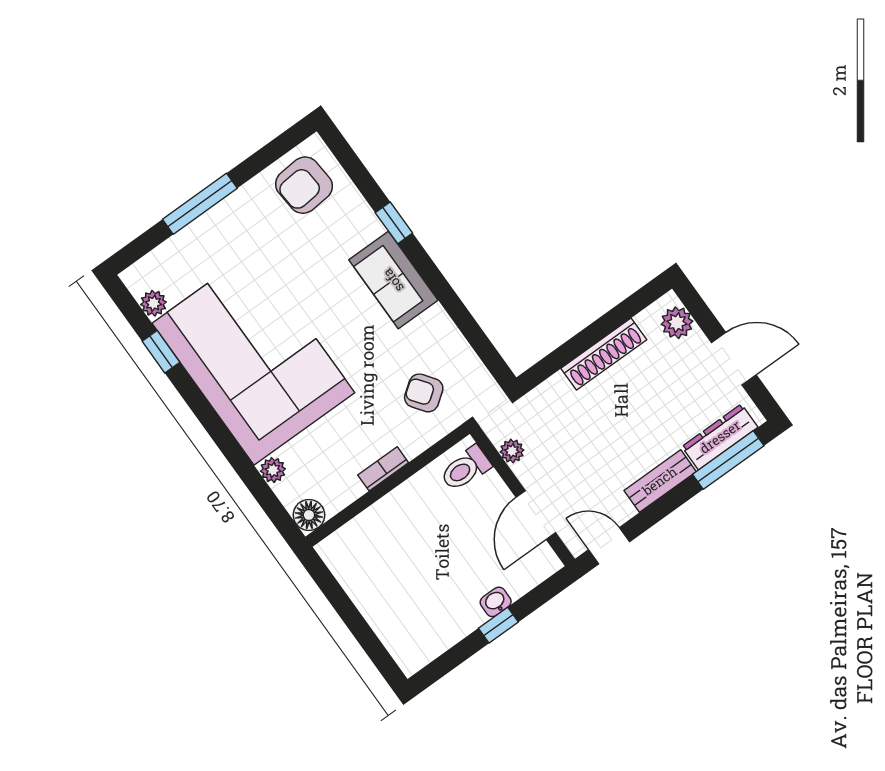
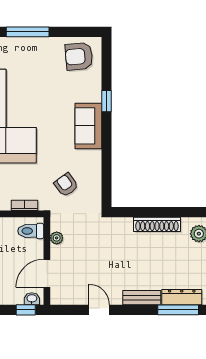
plant: (512, 451) -> (57, 238), moved
toilet: (465, 469) -> (31, 231), moved
wall: (522, 496) -> (47, 261), moved
door: (536, 515) -> (47, 273), moved

